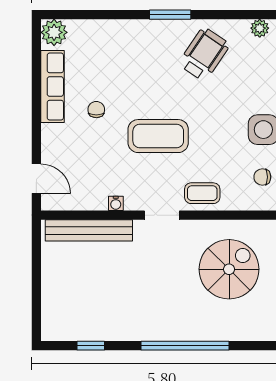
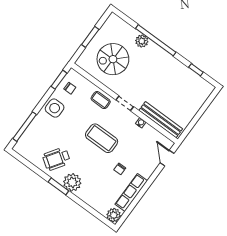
plant: (260, 28) -> (72, 182), moved, width x1.87, depth x1.87
plant: (205, 329) -> (142, 41), added

